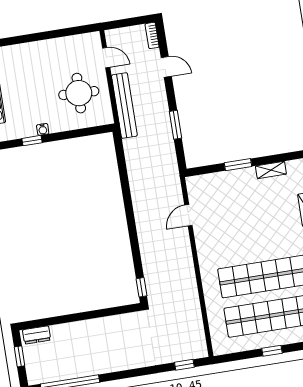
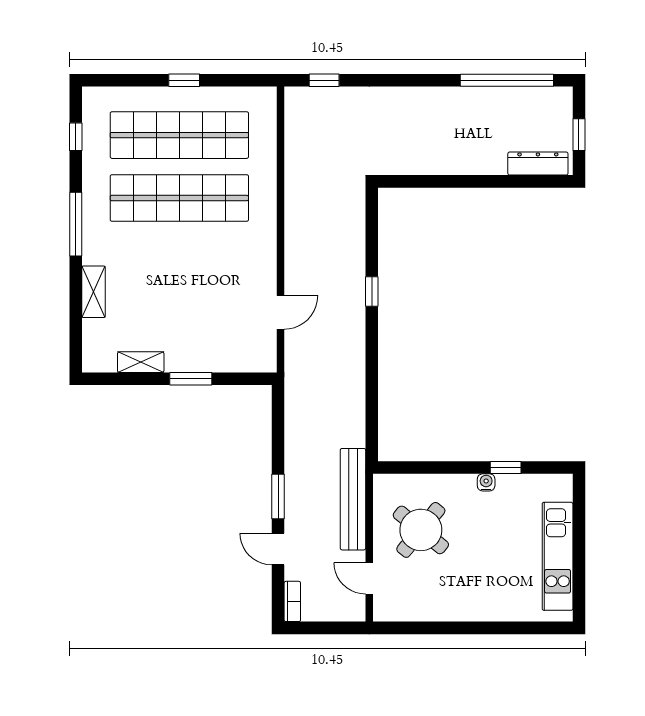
round table: (79, 93) -> (421, 530), turned 37
window: (176, 125) -> (278, 496), moved
window: (141, 287) -> (372, 291), moved
dresser: (37, 335) -> (538, 164), width x1.44

